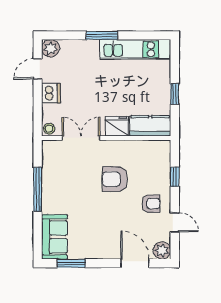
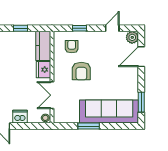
window: (38, 189) -> (89, 126), width x0.69
armchair: (151, 204) -> (72, 47), moved
sofa: (55, 237) -> (109, 112), width x1.85, depth x1.27

